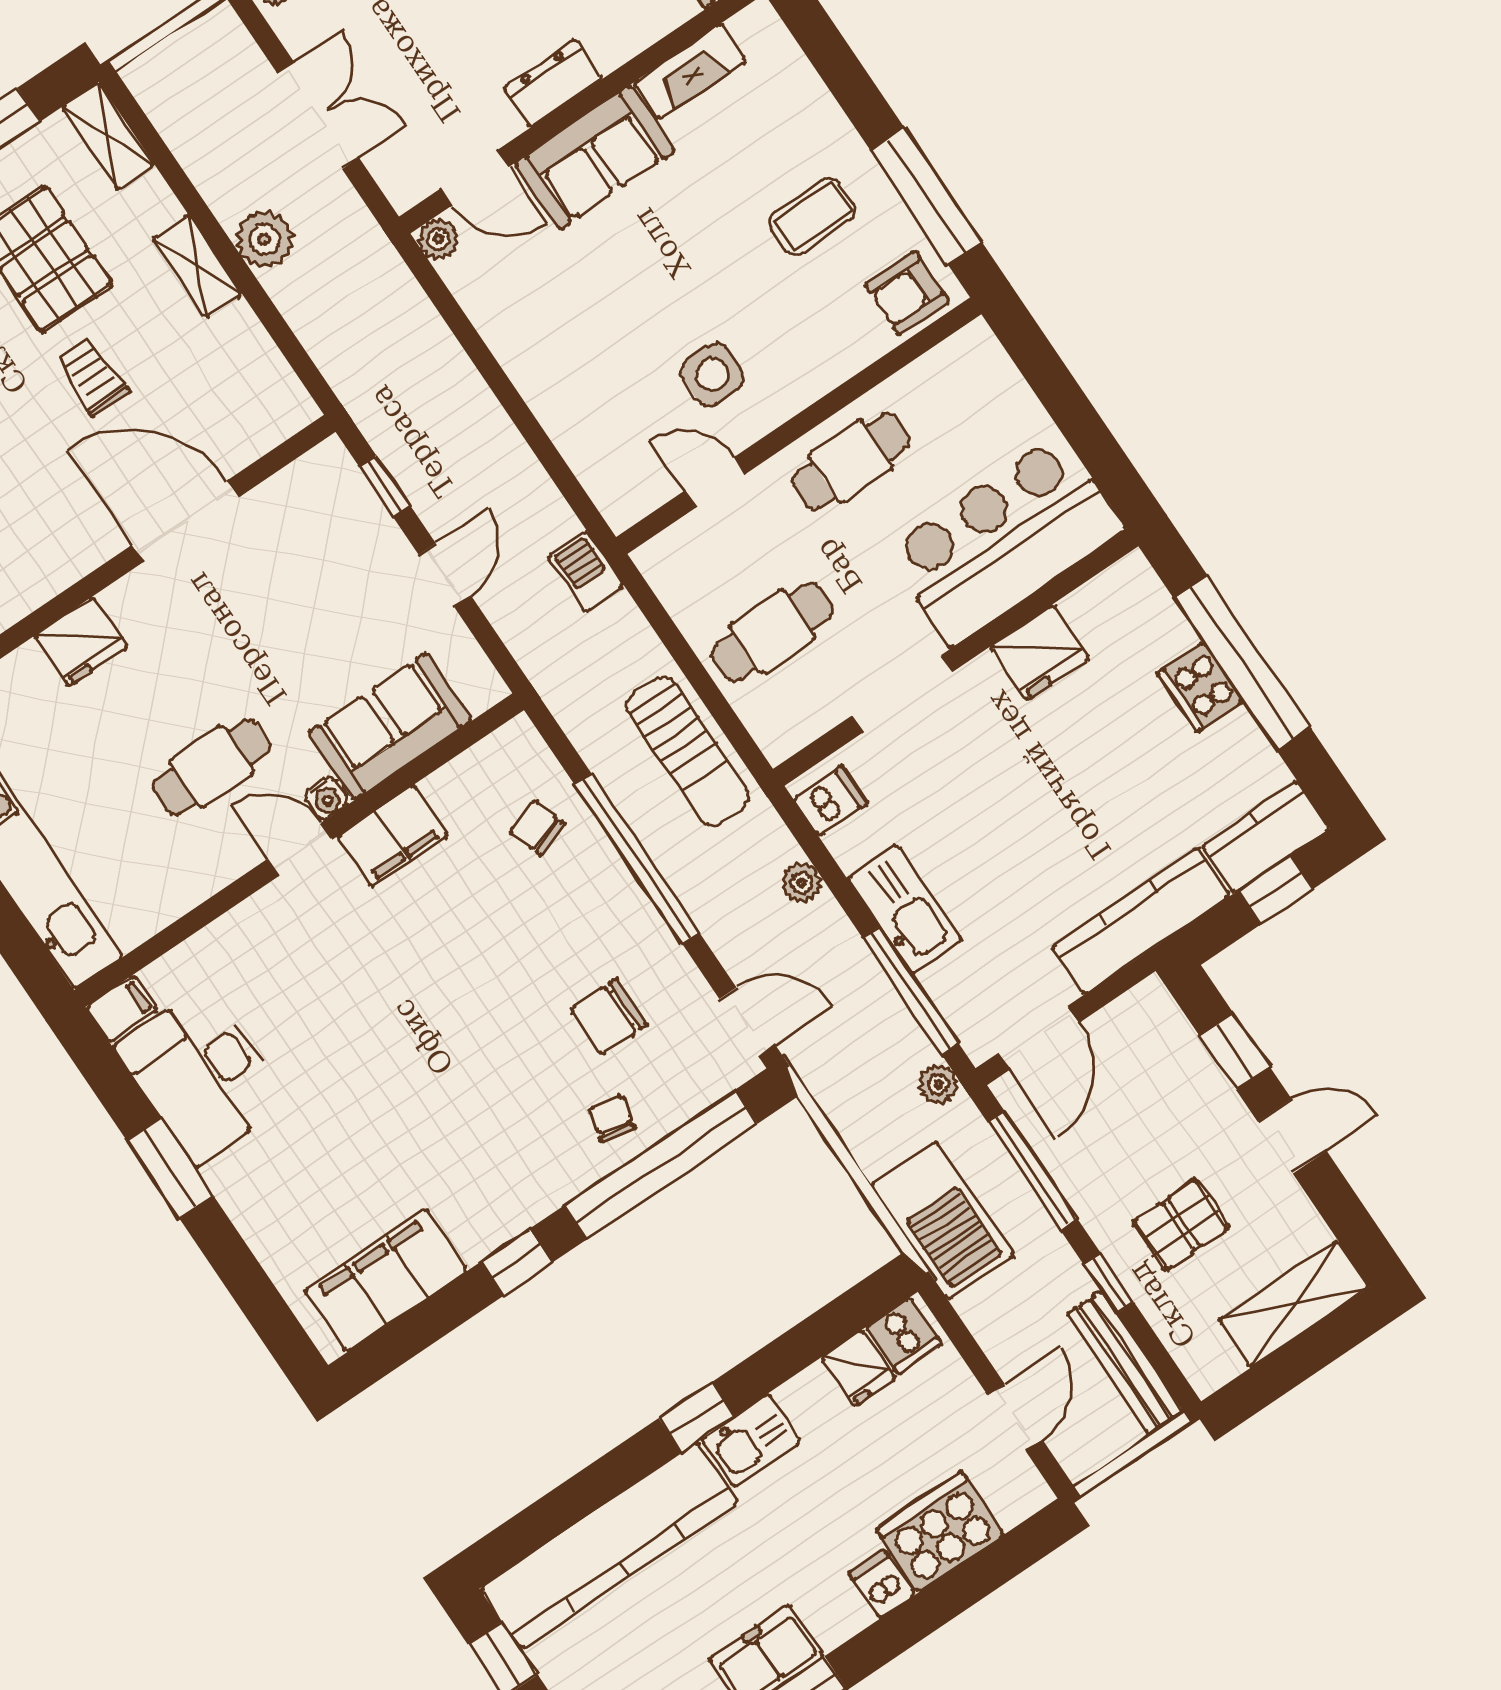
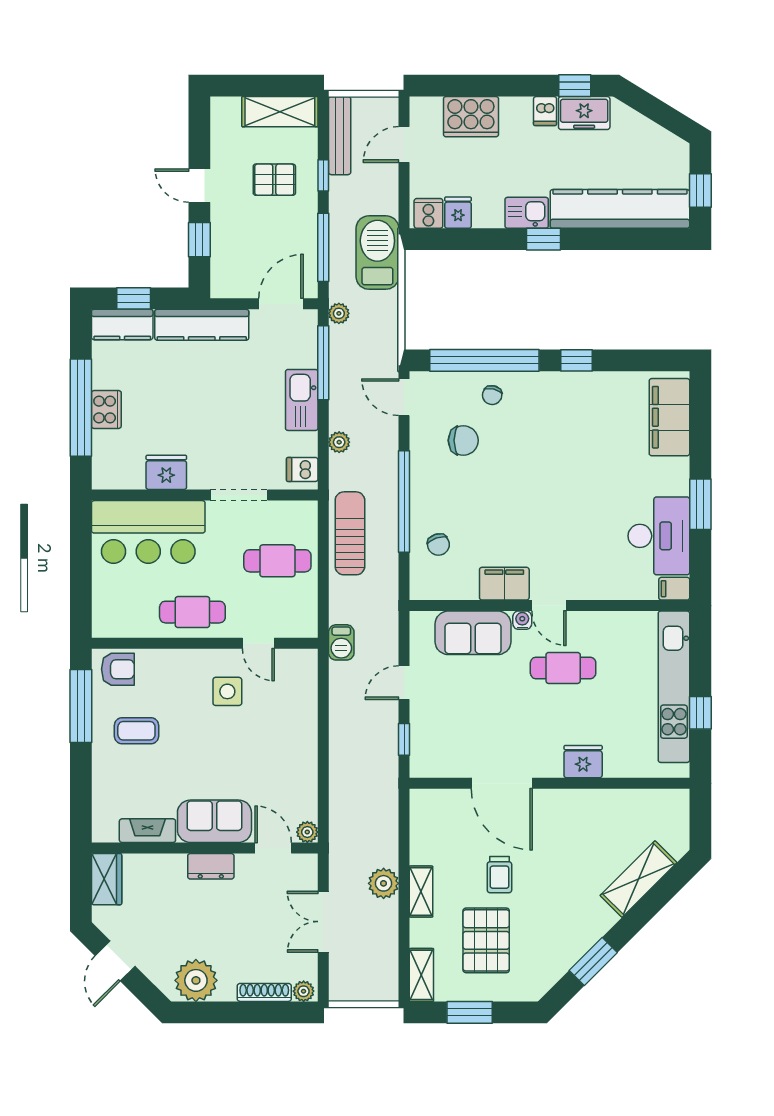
filing cabinet: (386, 1280) -> (669, 417), moved, turned 90
shelving: (1294, 1304) -> (280, 112), moved
dishwasher: (882, 1584) -> (545, 111), moved

